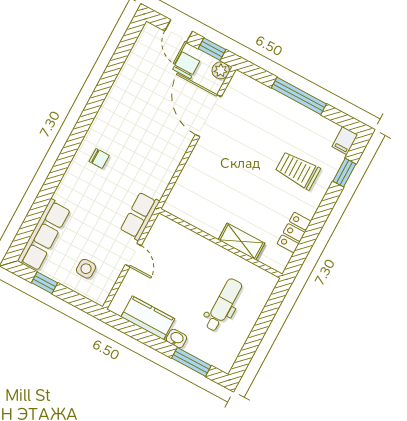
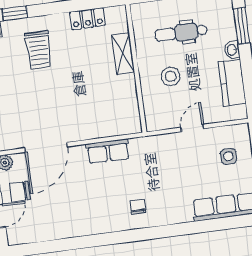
row of seats: (140, 216) -> (108, 151), moved
stool: (192, 269) -> (171, 76), added

